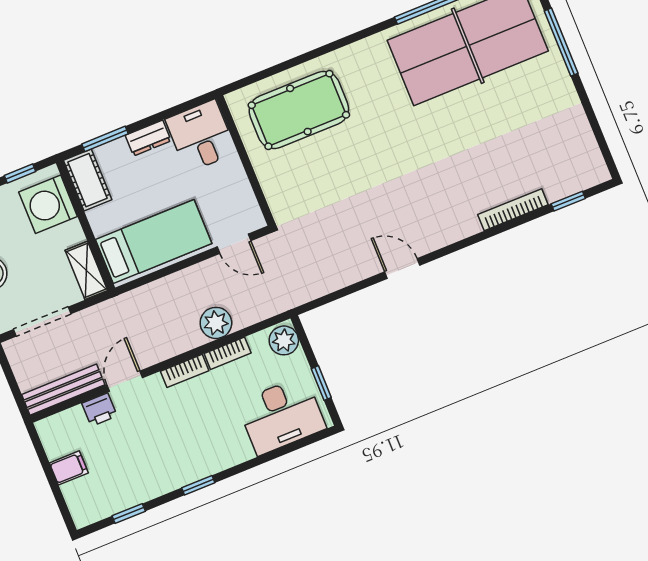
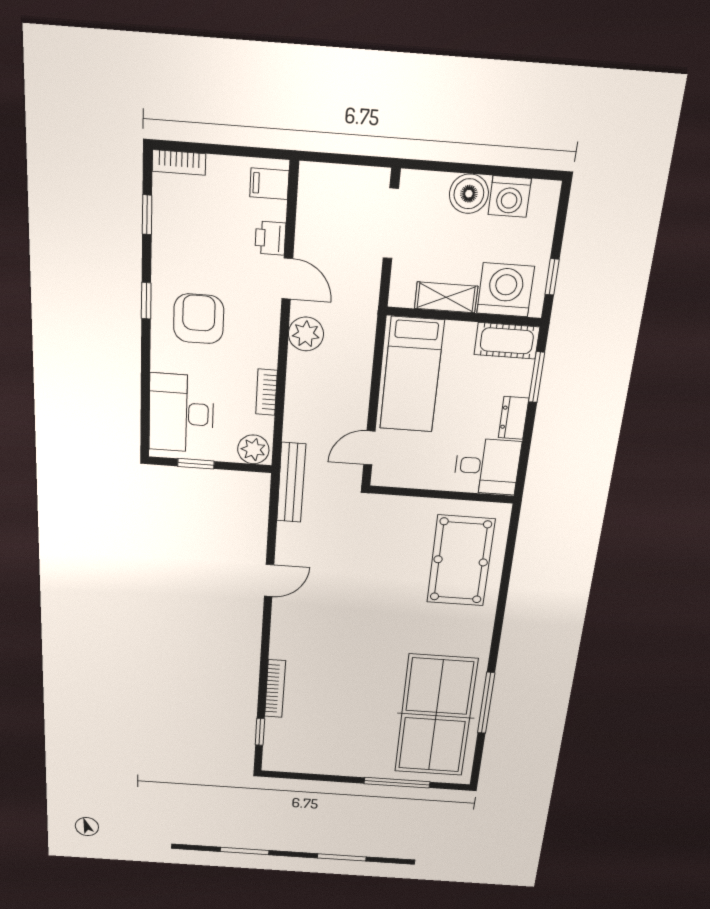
shelving: (86, 270) -> (446, 297), moved
plant: (216, 323) -> (306, 334), moved
bookcase: (185, 371) -> (179, 163), moved, turned -90
bench: (63, 390) -> (291, 483), moved
armchair: (192, 437) -> (199, 319), added
filing cabinet: (69, 468) -> (269, 184), moved, turned 90

